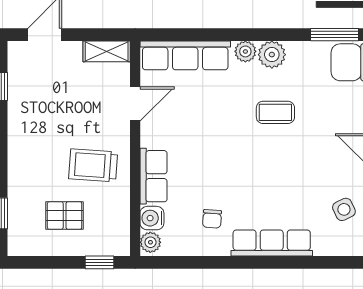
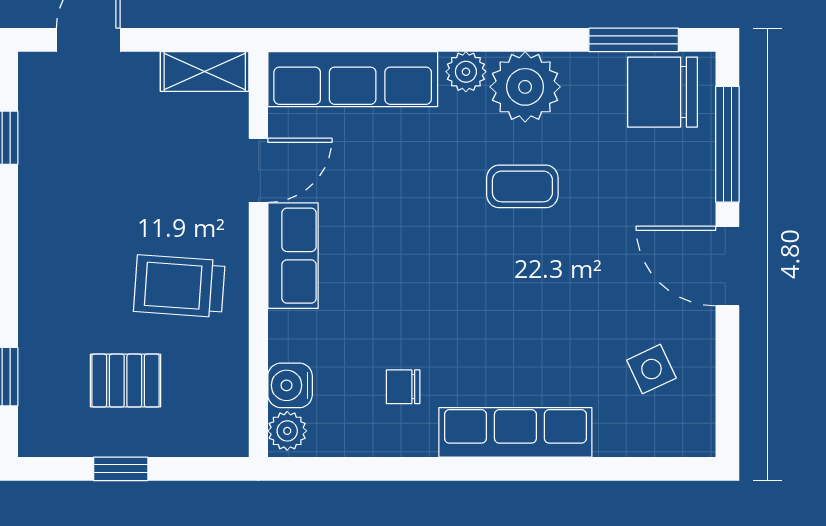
plant: (272, 55) -> (525, 87), width x1.36, depth x1.36
row of seats: (154, 176) -> (293, 256), moved
chair: (212, 219) -> (403, 387), turned 86
window: (99, 262) -> (121, 469), moved

